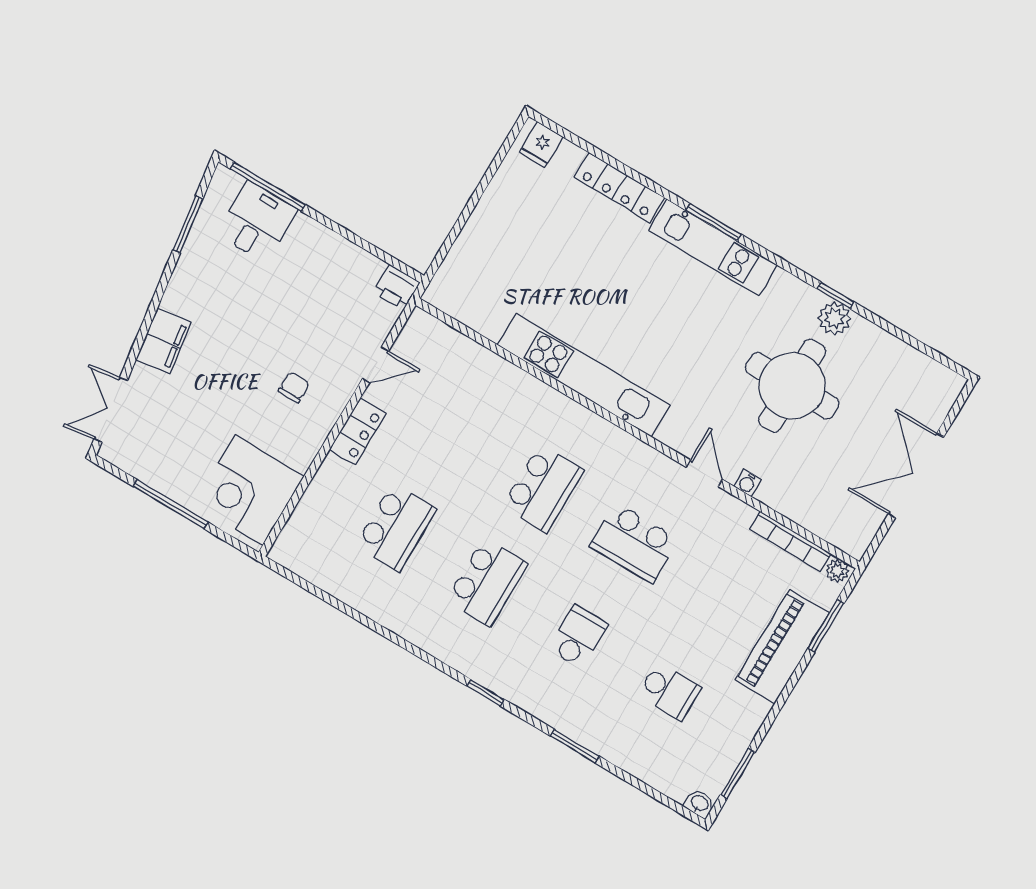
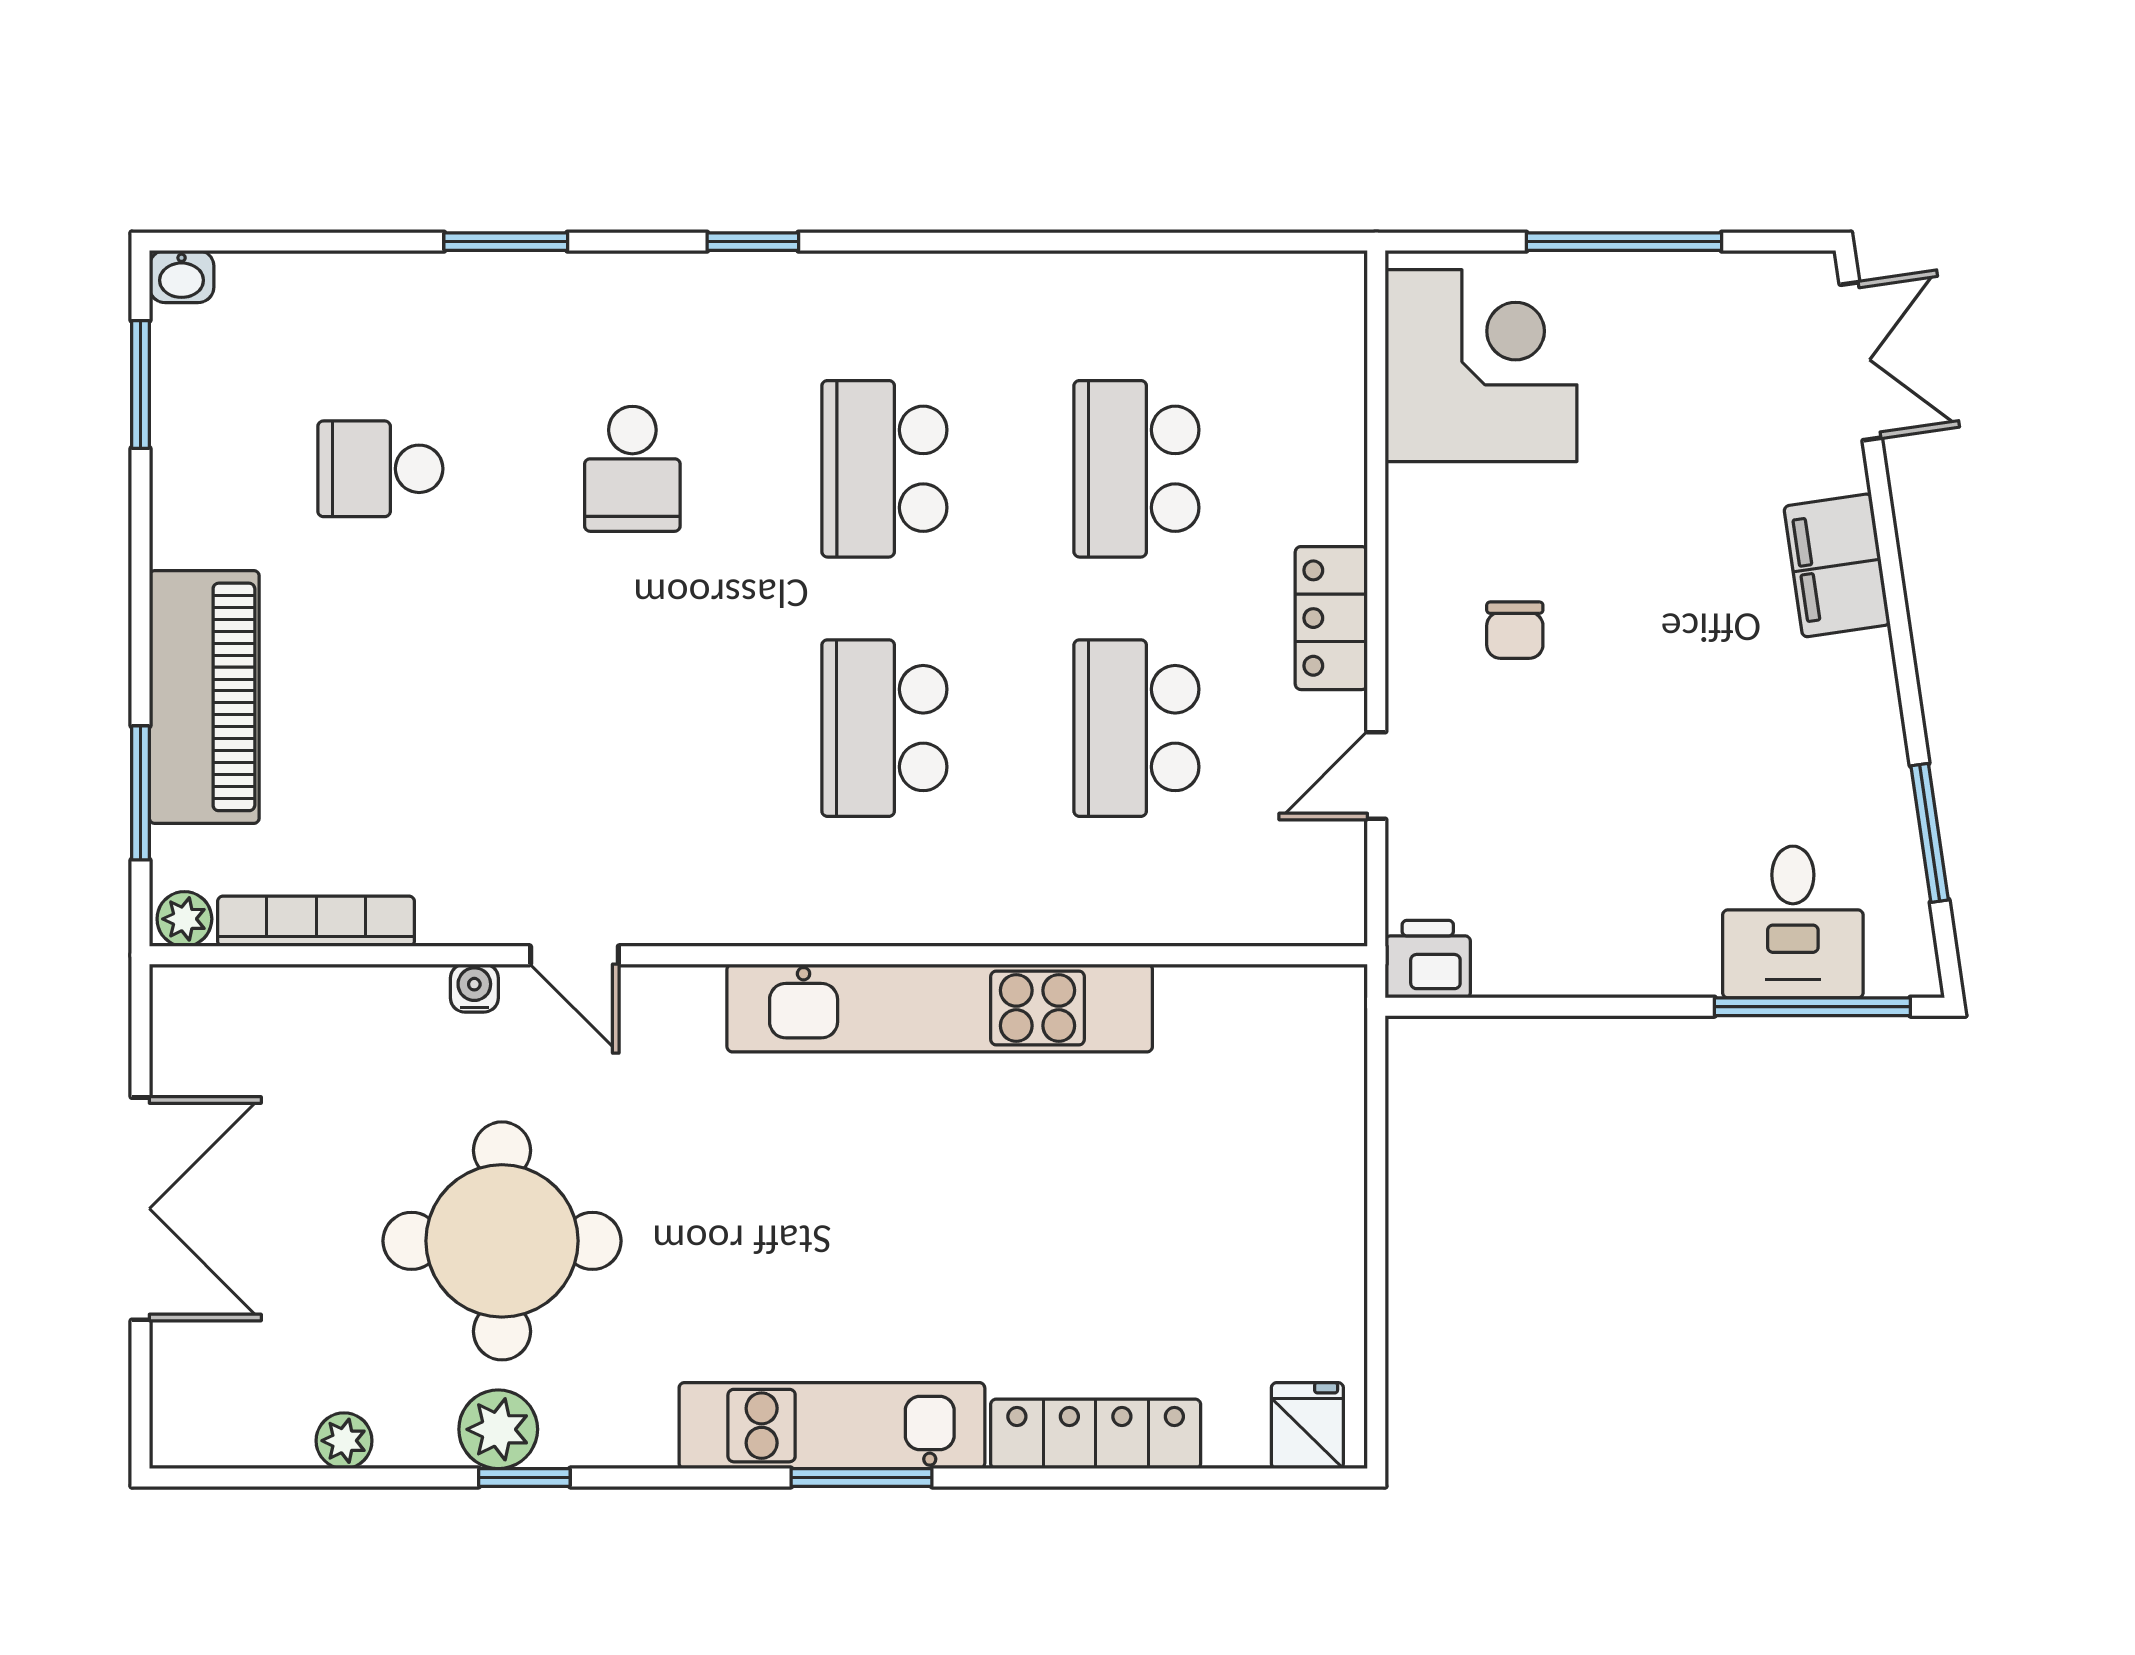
plant: (893, 348) -> (344, 1441), added
school desk: (634, 543) -> (1136, 728), moved, turned -90

